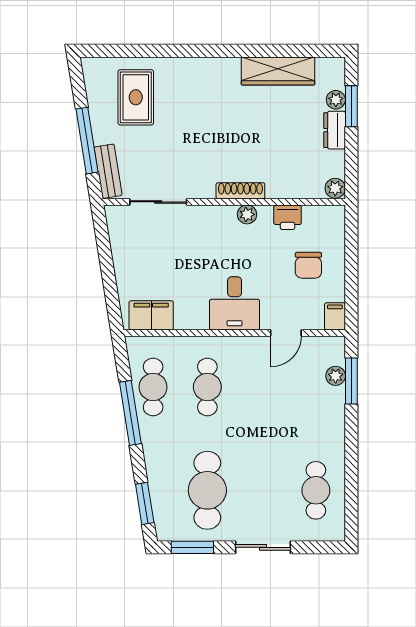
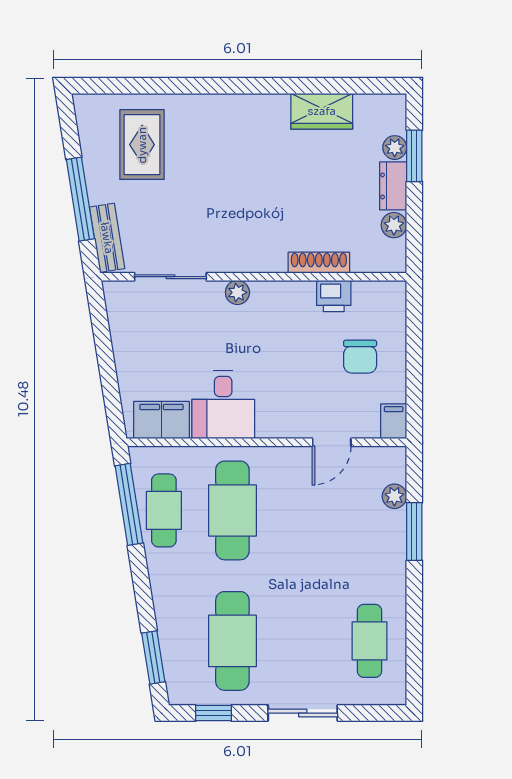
wardrobe: (278, 71) -> (322, 111), width x0.67
plant: (335, 188) -> (394, 225), moved
shoe rack: (240, 191) -> (319, 263), moved
plant: (247, 214) -> (237, 292), moved
desk: (235, 303) -> (223, 405), moved
window: (351, 381) -> (414, 532), moved
cafe table: (207, 387) -> (232, 510), width x1.37, depth x1.35
window: (130, 413) -> (129, 504), moved
window: (192, 547) -> (214, 713), width x0.67

